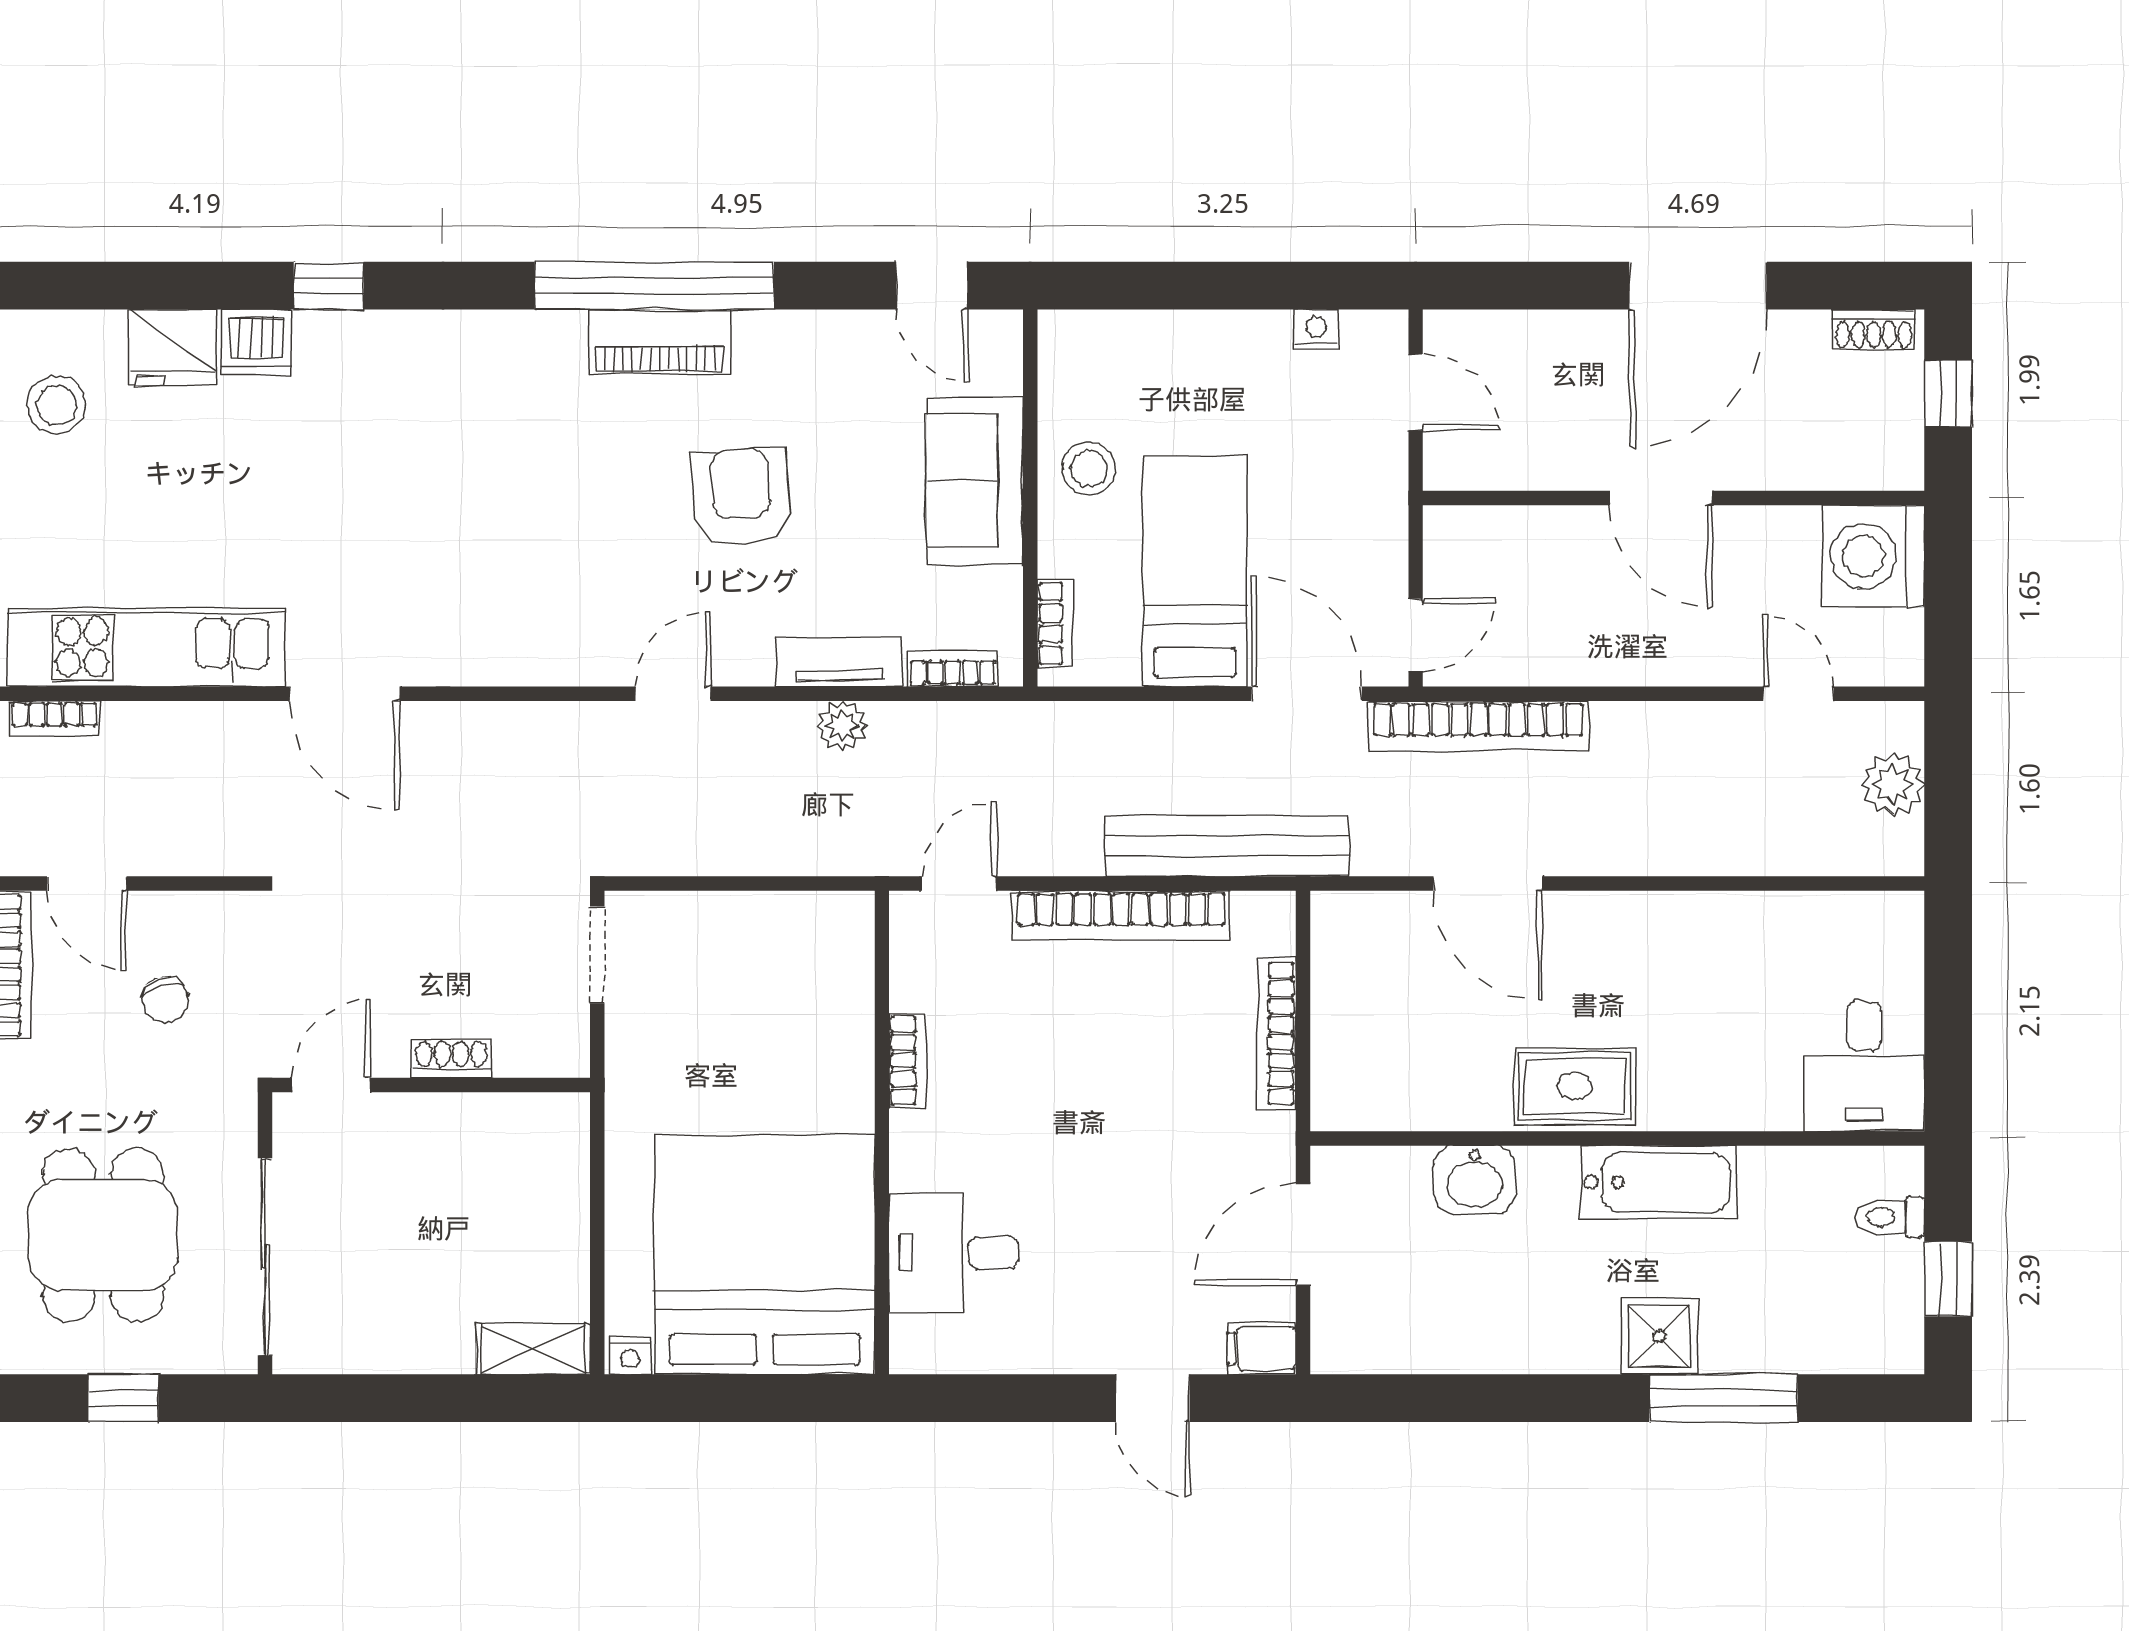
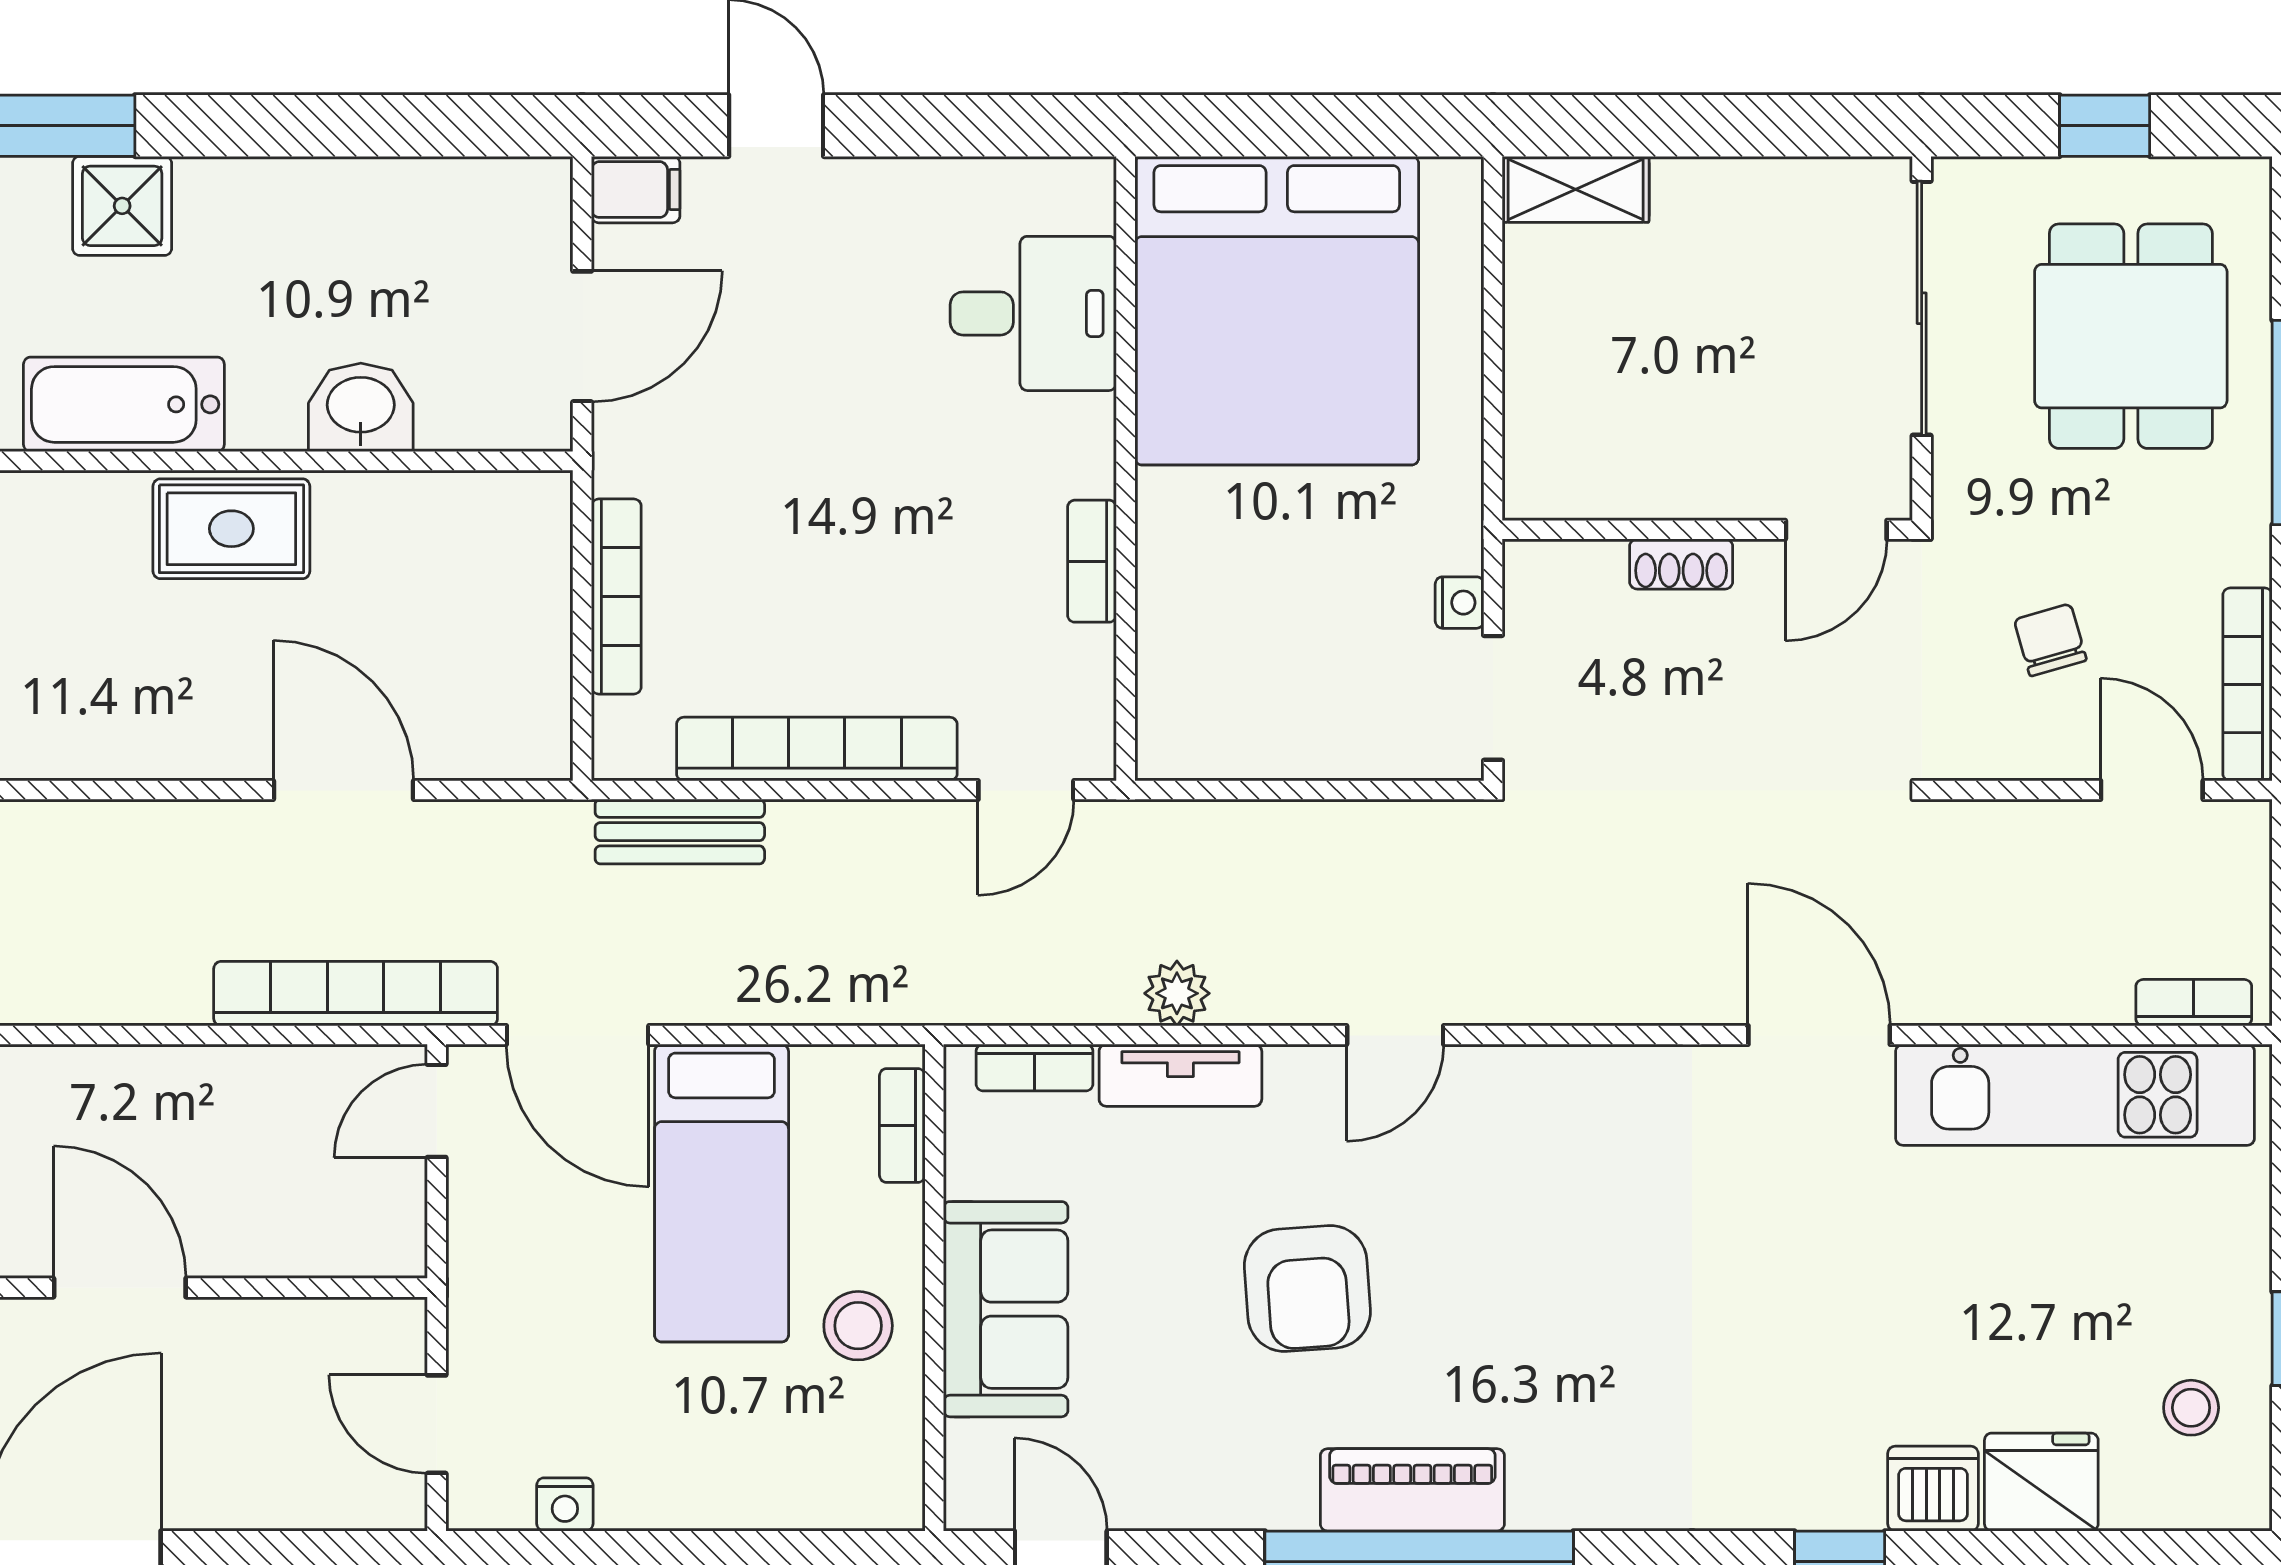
stool: (56, 405) -> (2191, 1408), width x0.73, depth x0.73
bench: (1227, 846) -> (680, 832), width x0.54, depth x0.82
nightstand: (630, 1356) -> (1459, 603), moved, turned 90

